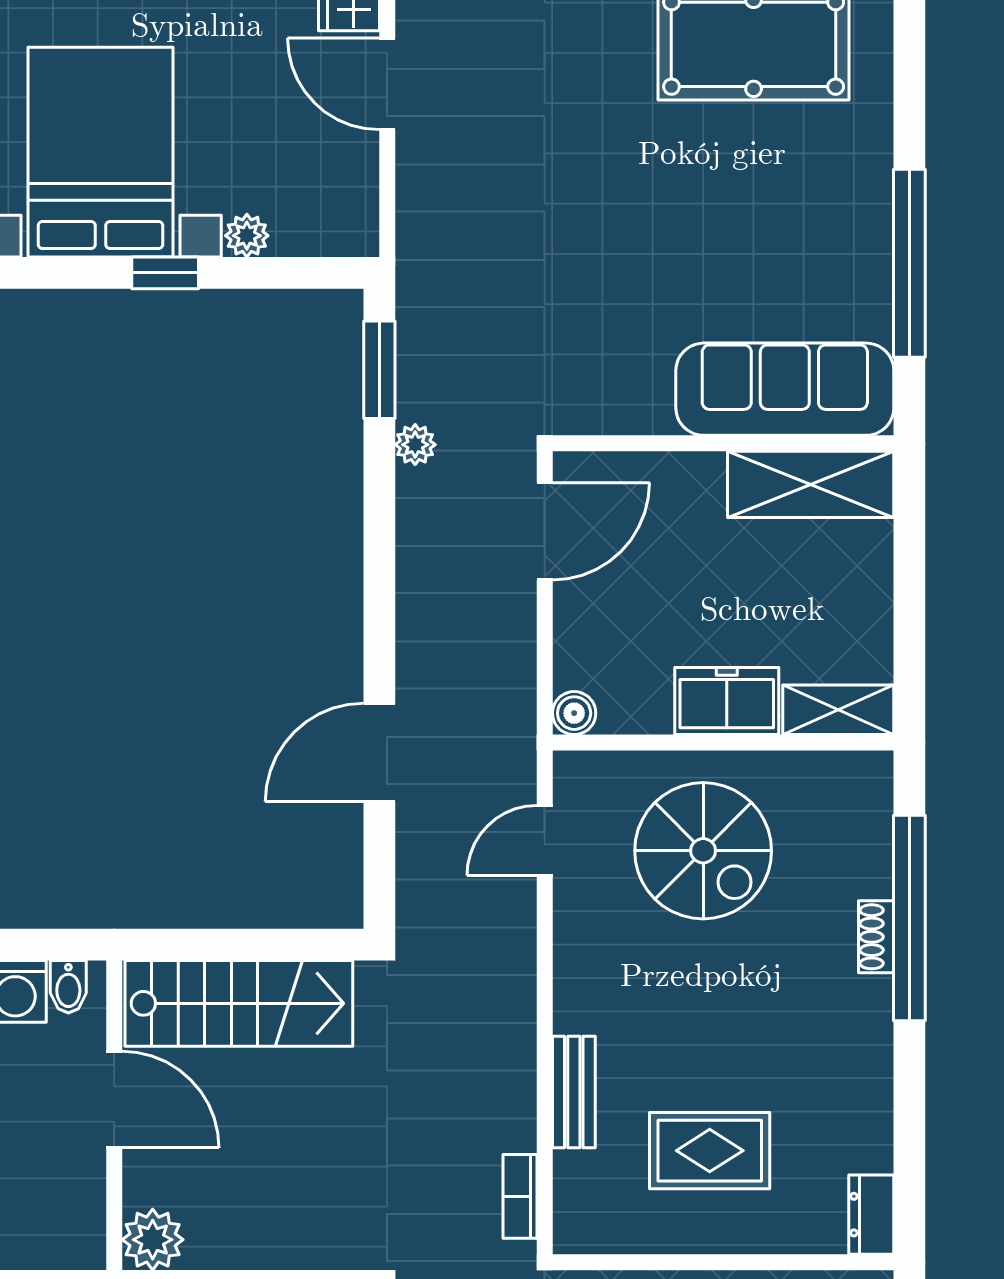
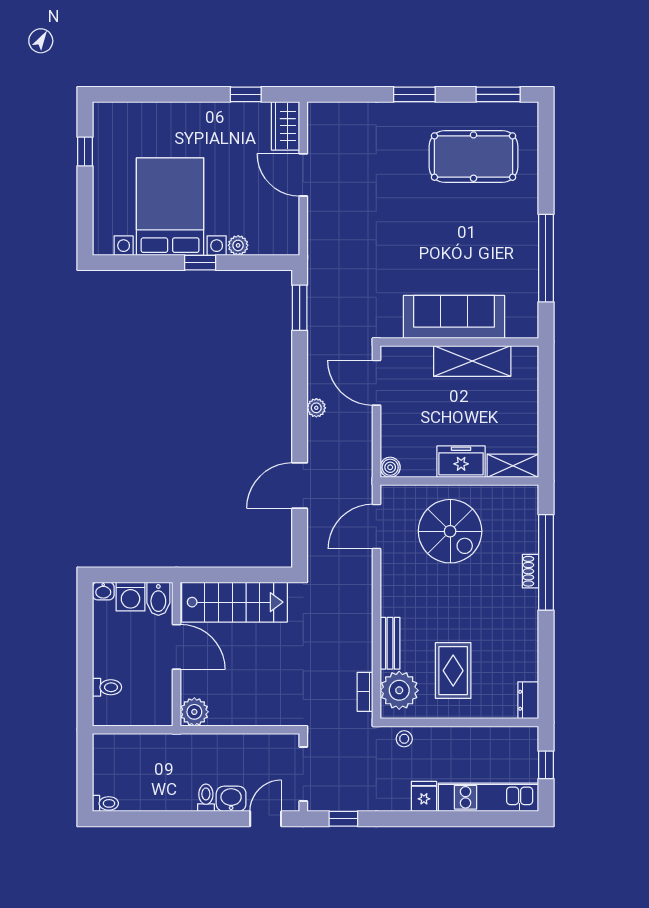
sofa: (785, 389) -> (454, 317), moved
plant: (415, 445) -> (316, 408), moved
shelving: (811, 484) -> (472, 361), moved
door: (545, 531) -> (376, 383), swing flipped
door: (545, 841) -> (376, 526), width x1.38
bidet: (68, 987) -> (158, 599), width x1.38, depth x1.36
rug: (710, 1151) -> (453, 671), turned 90
plant: (594, 1193) -> (399, 690), added

